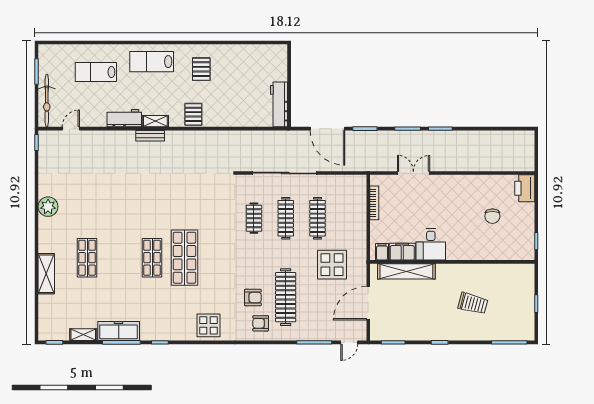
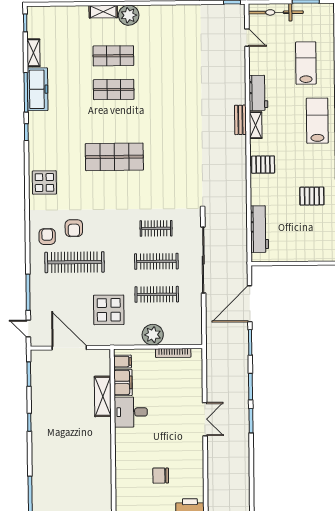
pallet: (201, 69) -> (312, 196), moved
workbench: (279, 104) -> (259, 229), moved, turned 90
double door: (413, 173) -> (205, 419), moved
plant: (48, 207) -> (129, 15), moved
plant: (356, 223) -> (153, 335), added
shop shelf: (152, 258) -> (114, 89), moved
shelving: (406, 271) -> (103, 396), width x0.68
shelving: (46, 274) -> (103, 12), width x0.67, depth x0.75
trolley: (473, 303) -> (70, 456), removed

